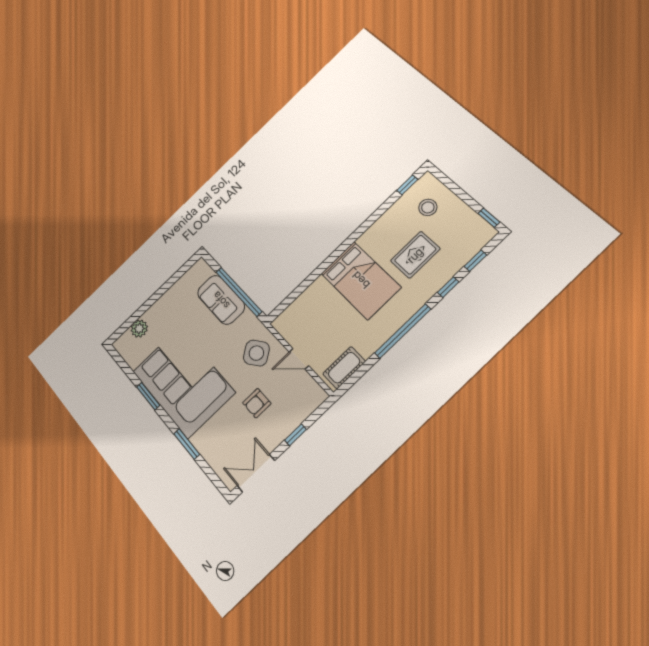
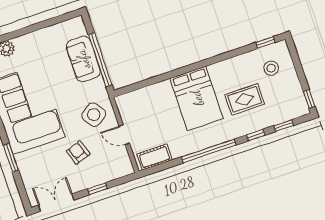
armchair: (257, 403) -> (78, 152), turned 71

